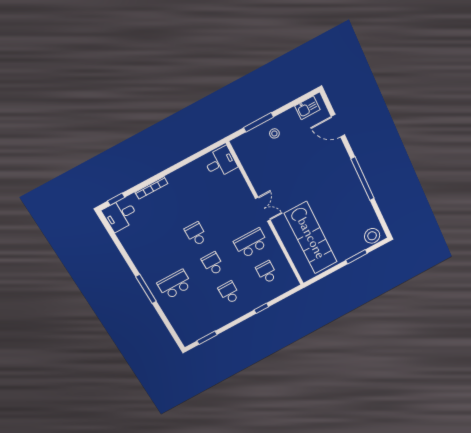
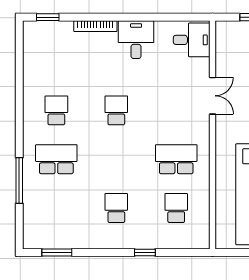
double door: (263, 209) -> (213, 96), moved
desk: (120, 215) -> (136, 40), moved, turned 90
school desk: (213, 264) -> (56, 110), moved
window: (146, 289) -> (19, 180), moved

